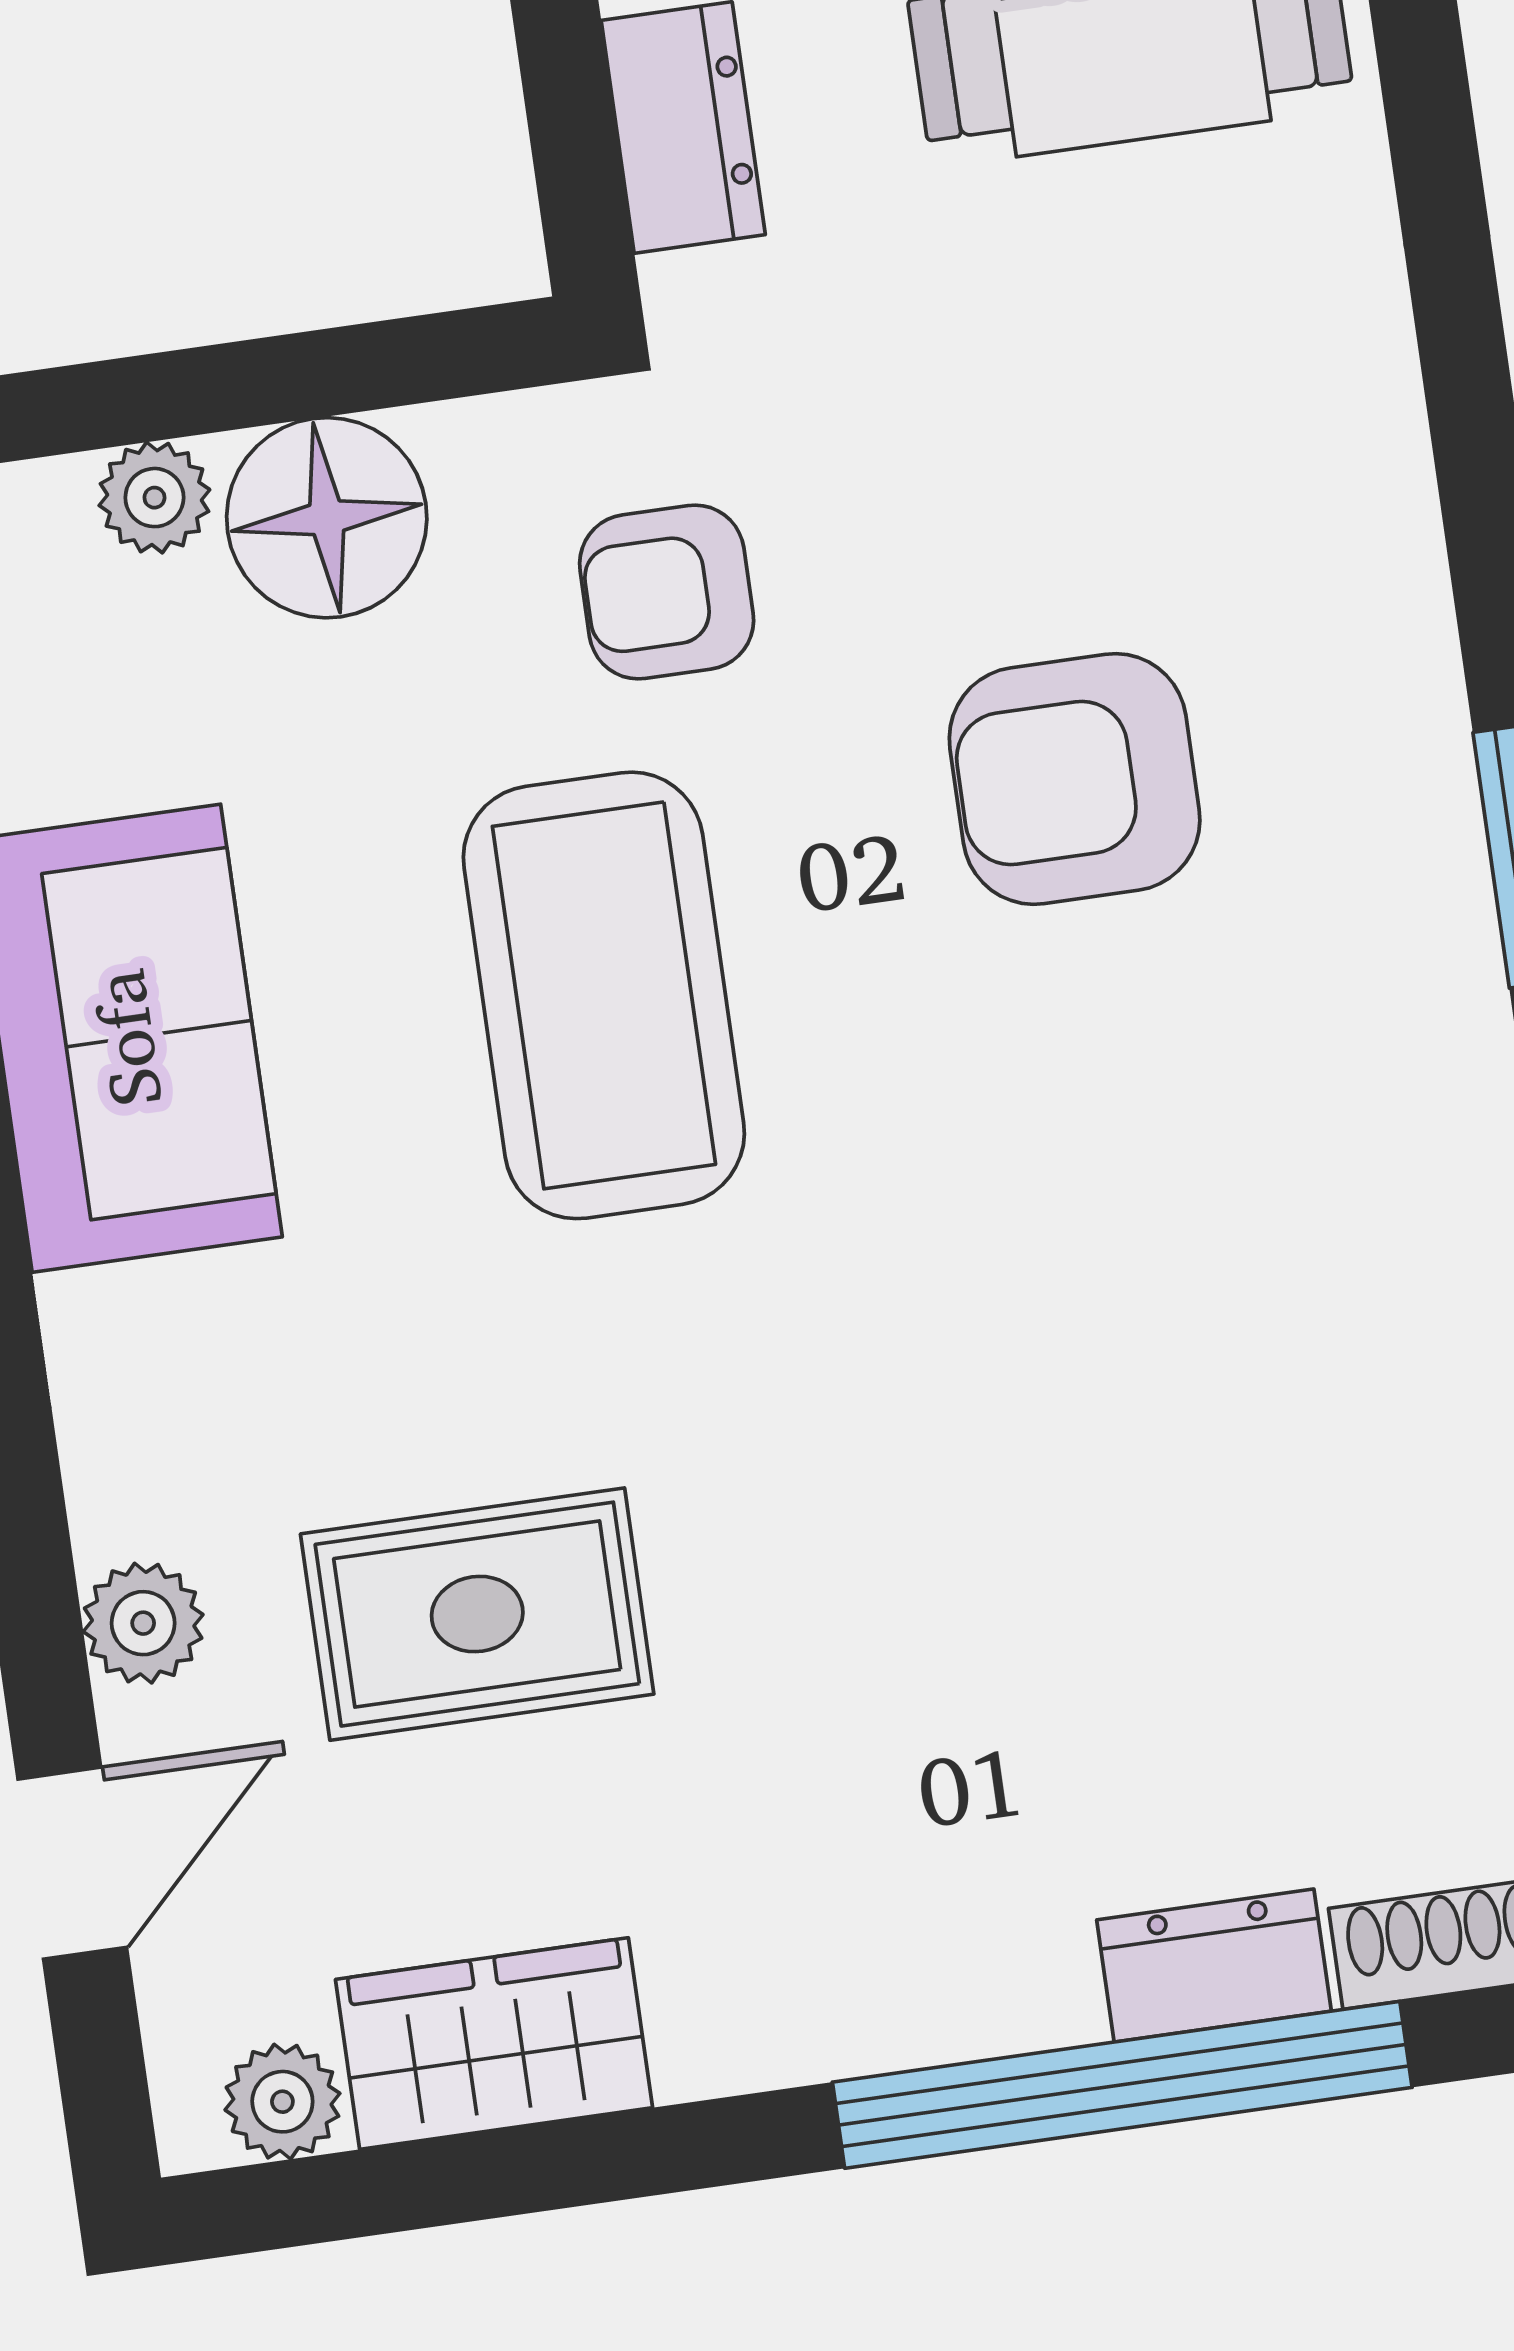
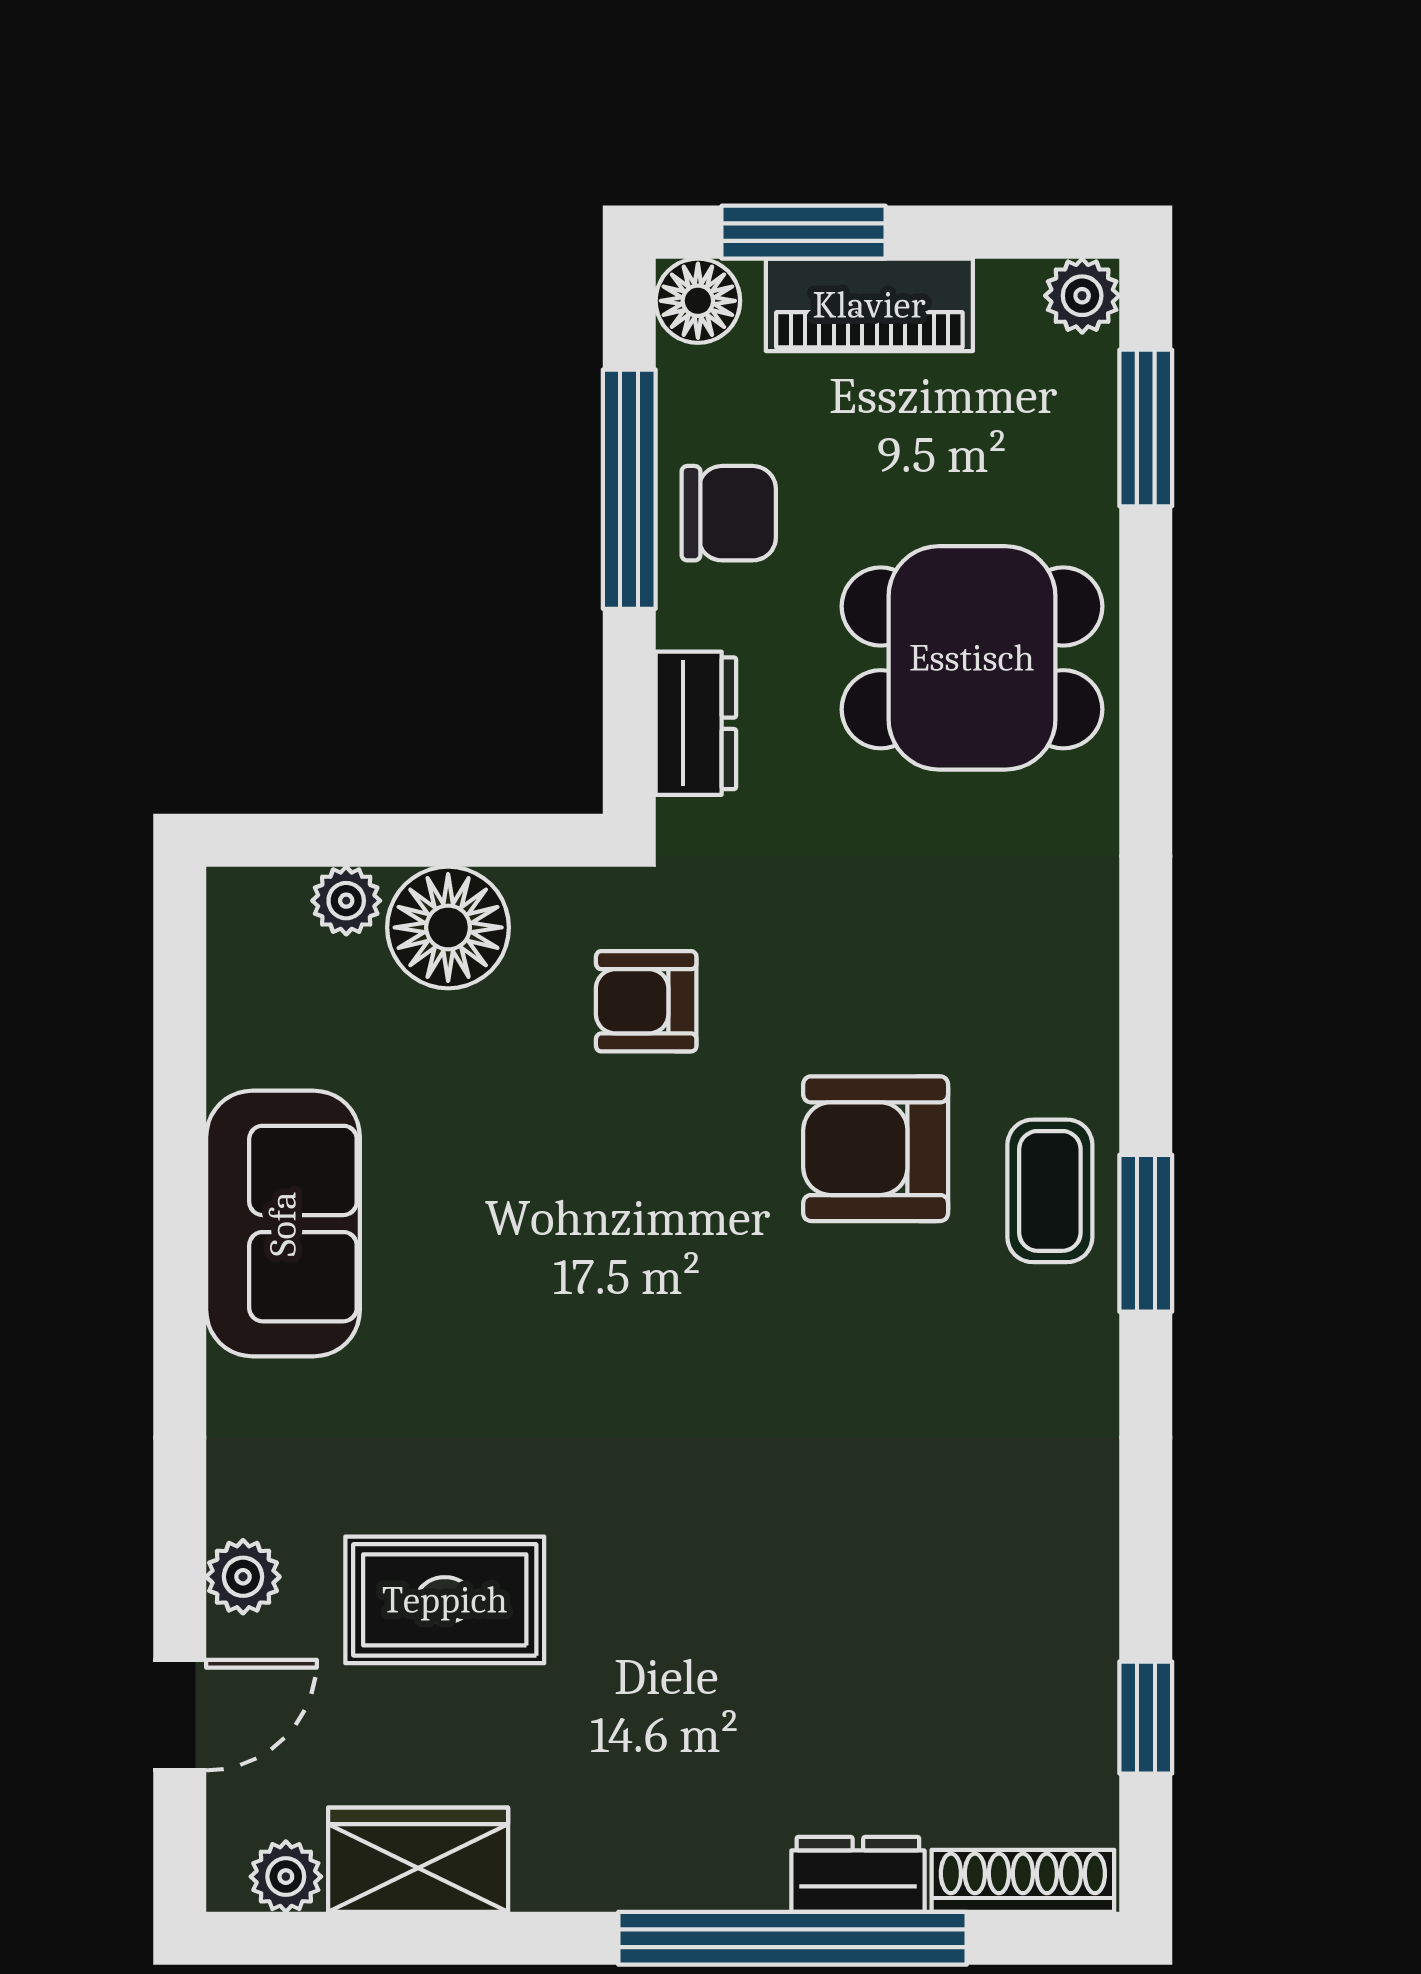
coffee table: (604, 995) -> (1050, 1191), moved, width x0.54, depth x0.58

